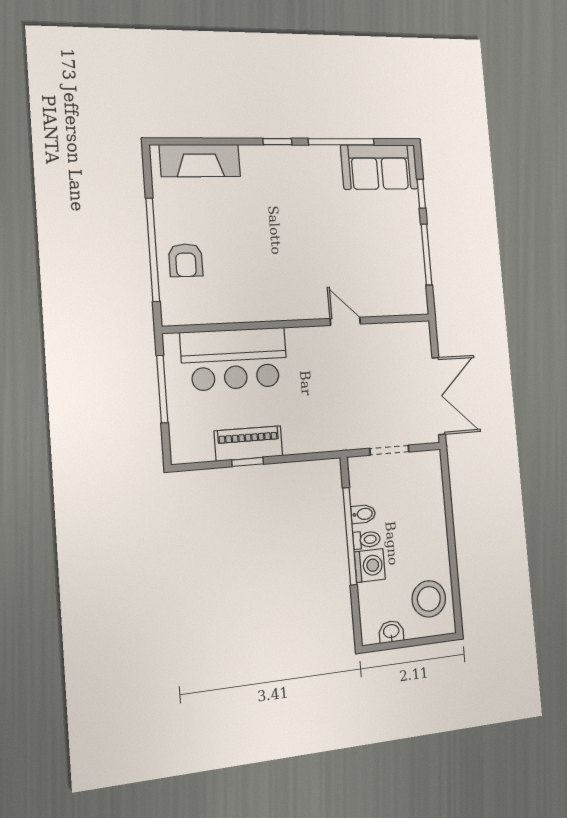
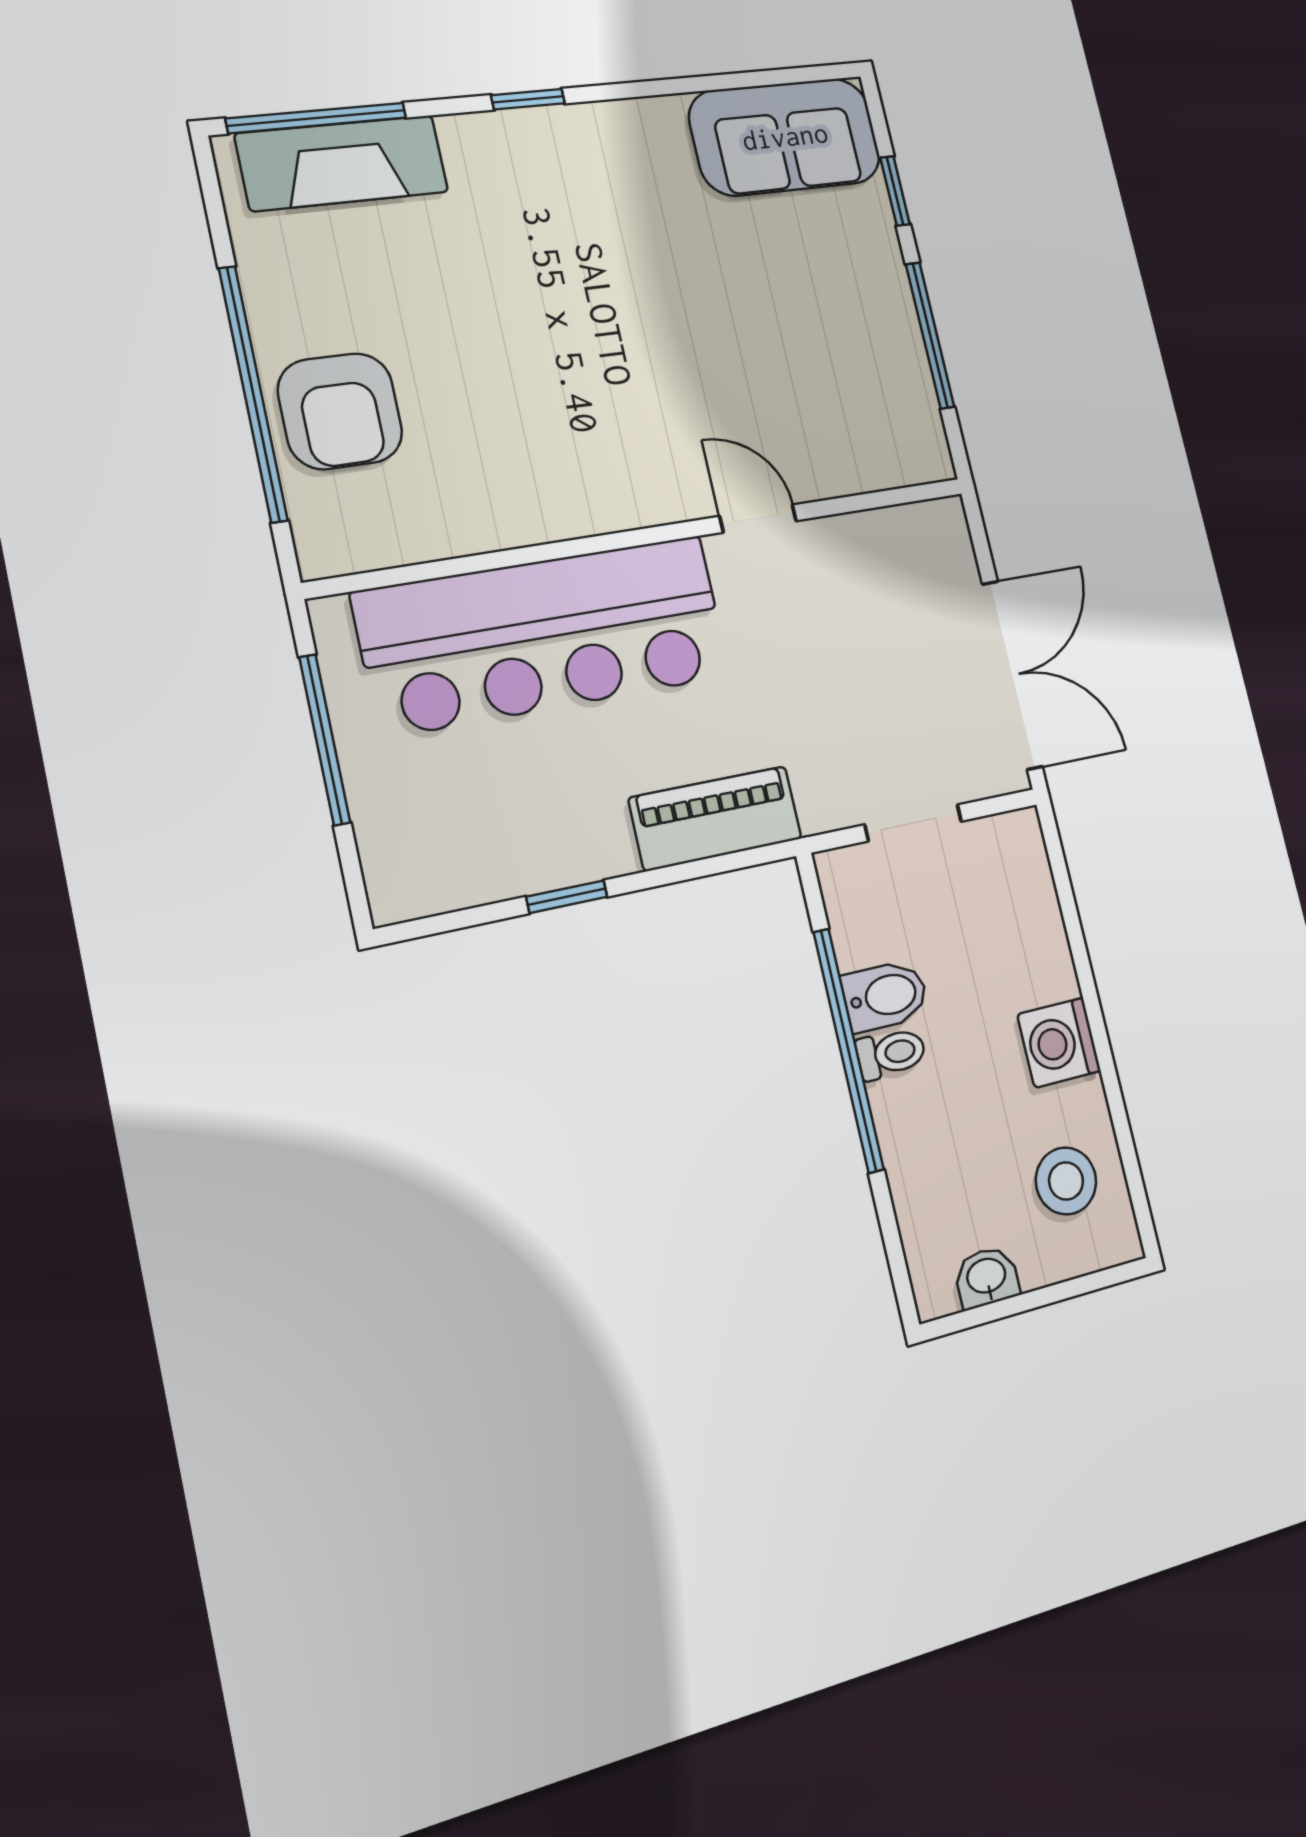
window: (341, 142) -> (317, 118), moved
armchair: (186, 260) -> (340, 411), width x1.38, depth x1.38
bar counter: (234, 359) -> (544, 635), width x1.36
piano: (249, 443) -> (715, 818), moved
bidet: (363, 514) -> (885, 996), width x1.38, depth x1.36
washing machine: (370, 566) -> (1059, 1043), moved, turned 180
stool: (429, 599) -> (1066, 1181), width x0.73, depth x0.73

